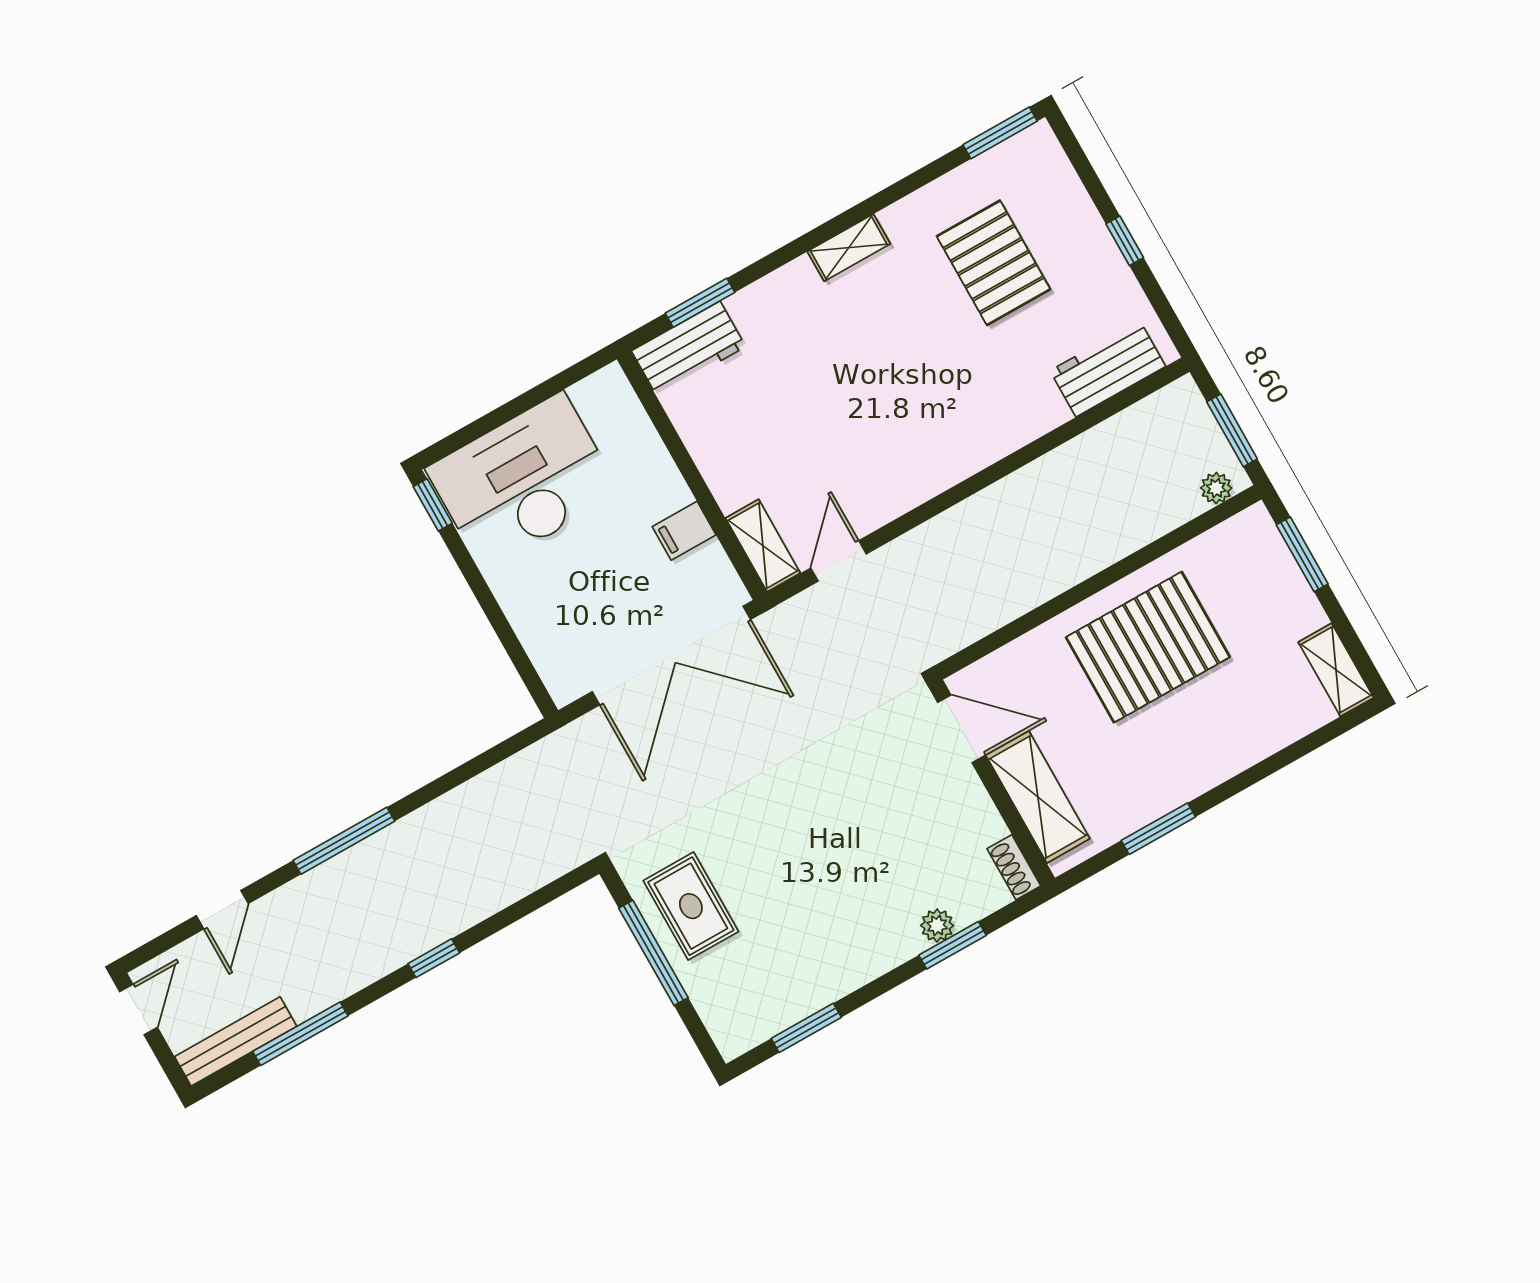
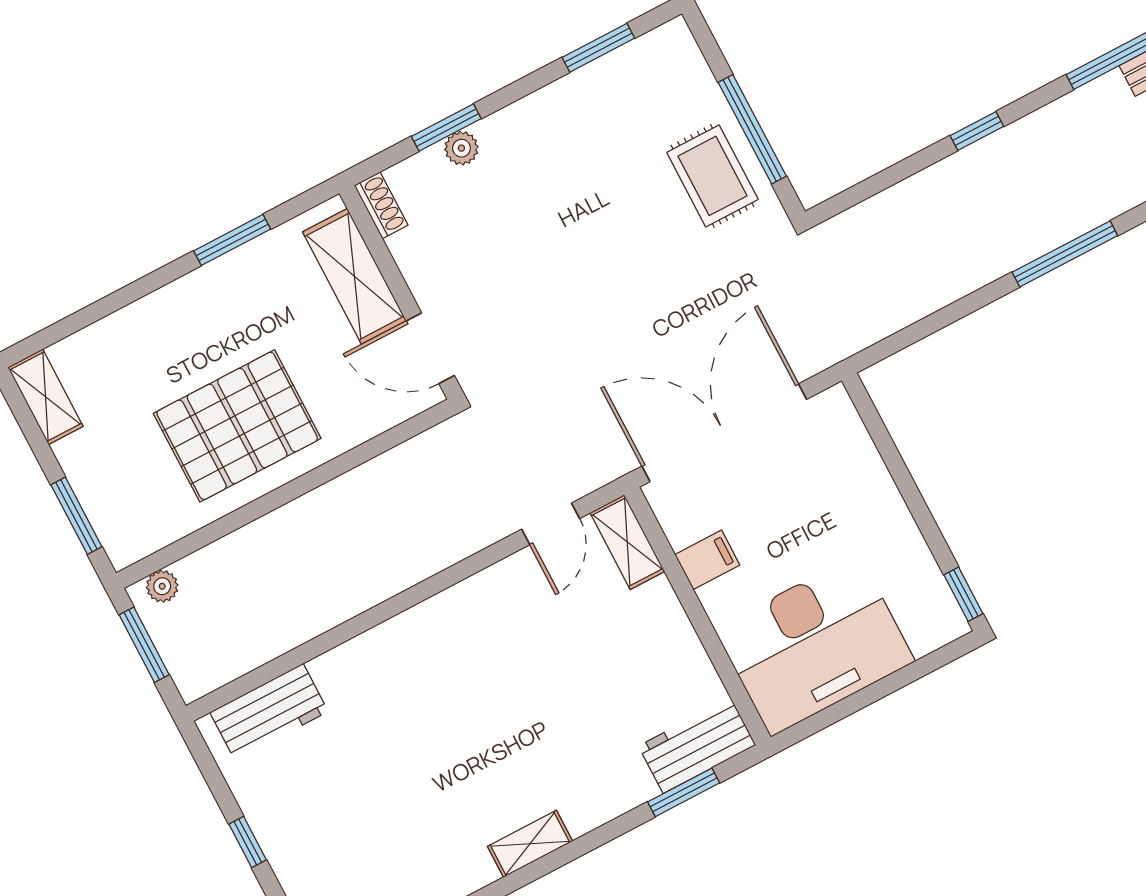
pallet: (994, 263) -> (382, 824), removed
desk: (523, 481) -> (815, 645), moved

